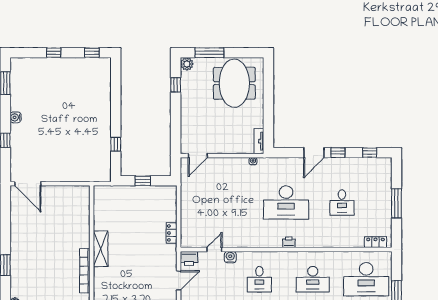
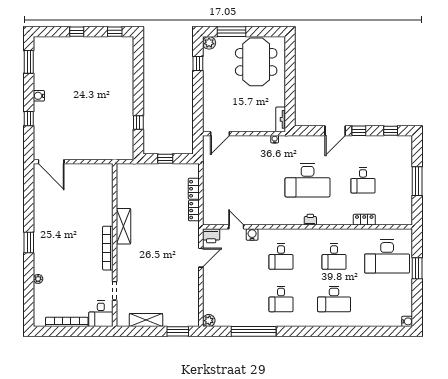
locker: (171, 211) -> (194, 189), added
locker: (375, 242) -> (364, 220), moved
door: (214, 250) -> (236, 227), hinge flipped
desk: (313, 279) -> (334, 256), width x0.73

